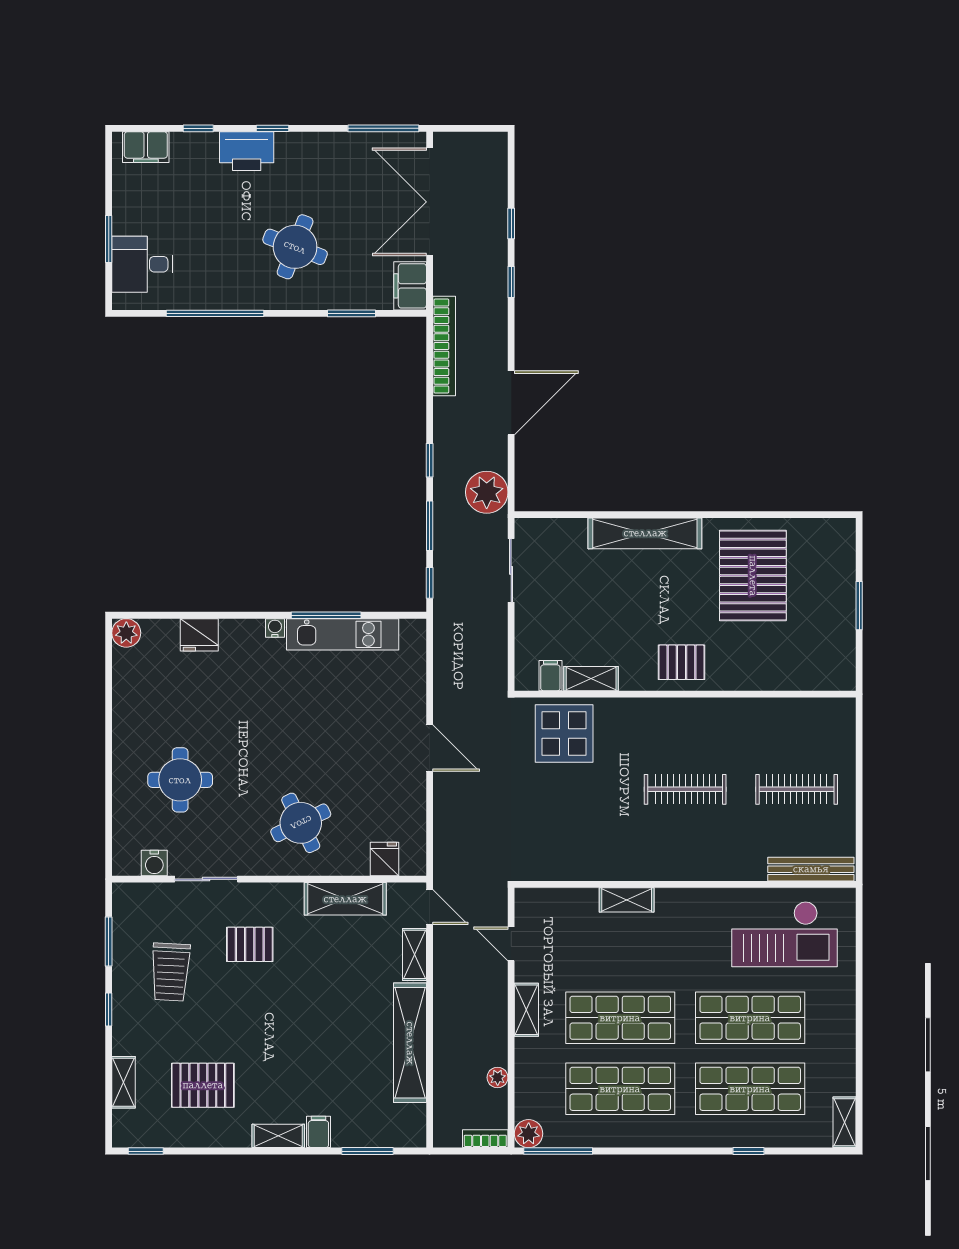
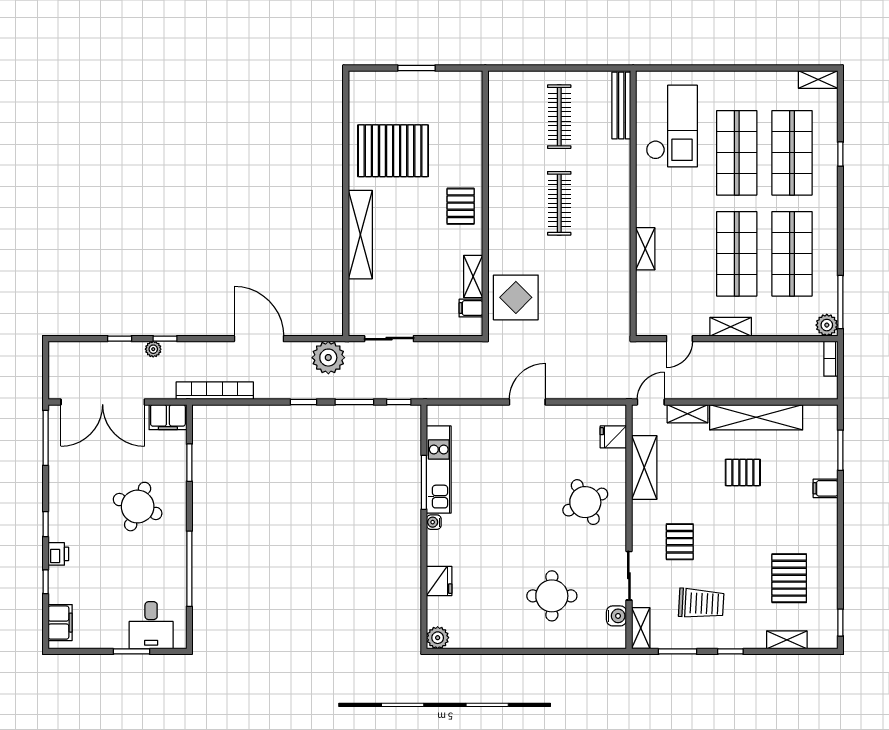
printer: (247, 151) -> (58, 554), width x0.53, depth x0.68
pallet: (339, 1026) -> (743, 472), added
plant: (498, 1078) -> (153, 349), moved
shelving: (278, 1136) -> (641, 628), moved

